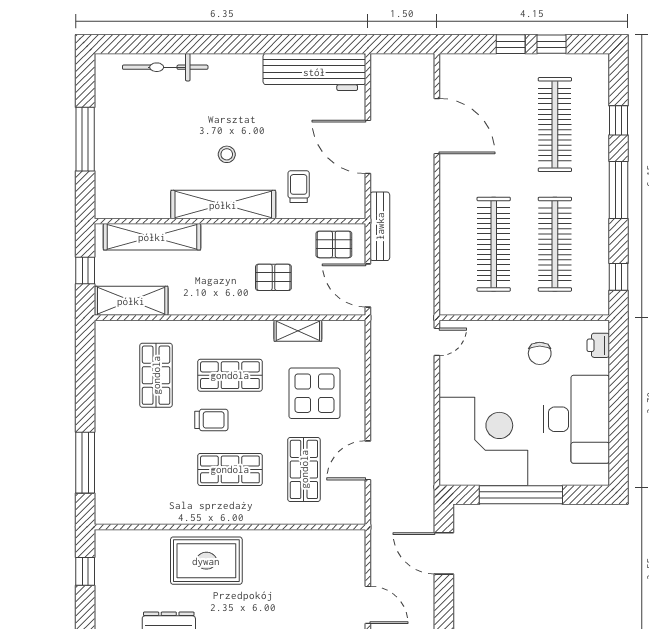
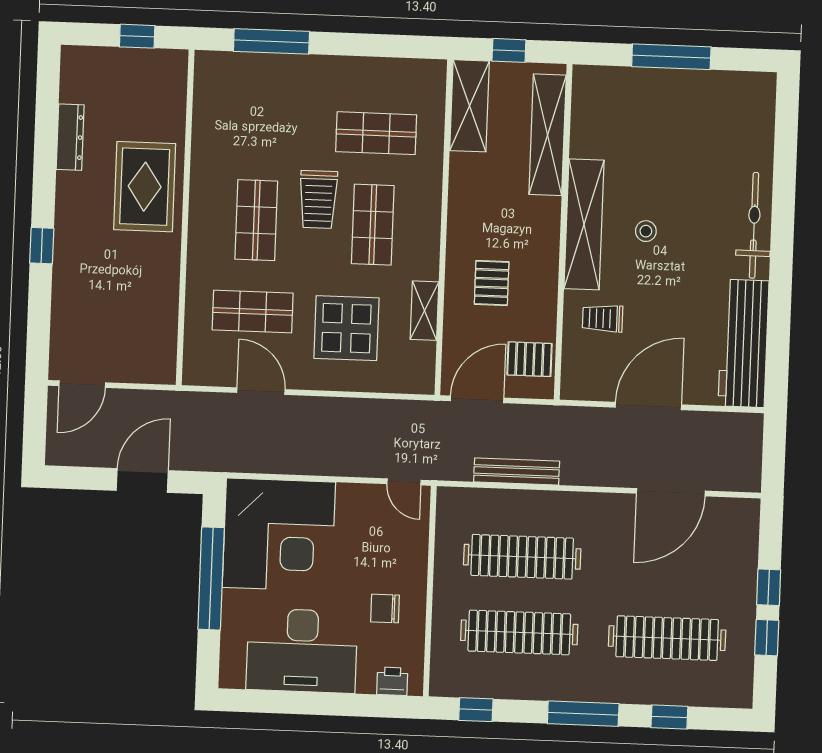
bicycle: (165, 67) -> (754, 225), moved
trolley: (299, 187) -> (603, 318), turned 180
bench: (380, 226) -> (517, 472), moved
pallet: (334, 244) -> (529, 359), turned 90
trolley: (211, 420) -> (318, 199), width x1.36, depth x1.39

